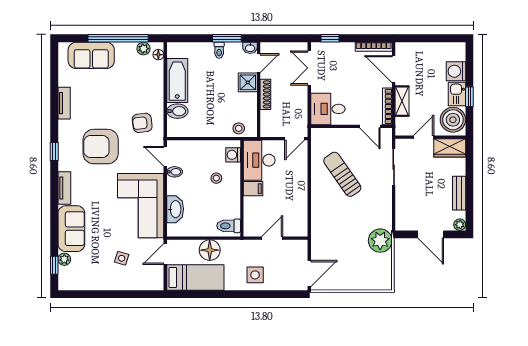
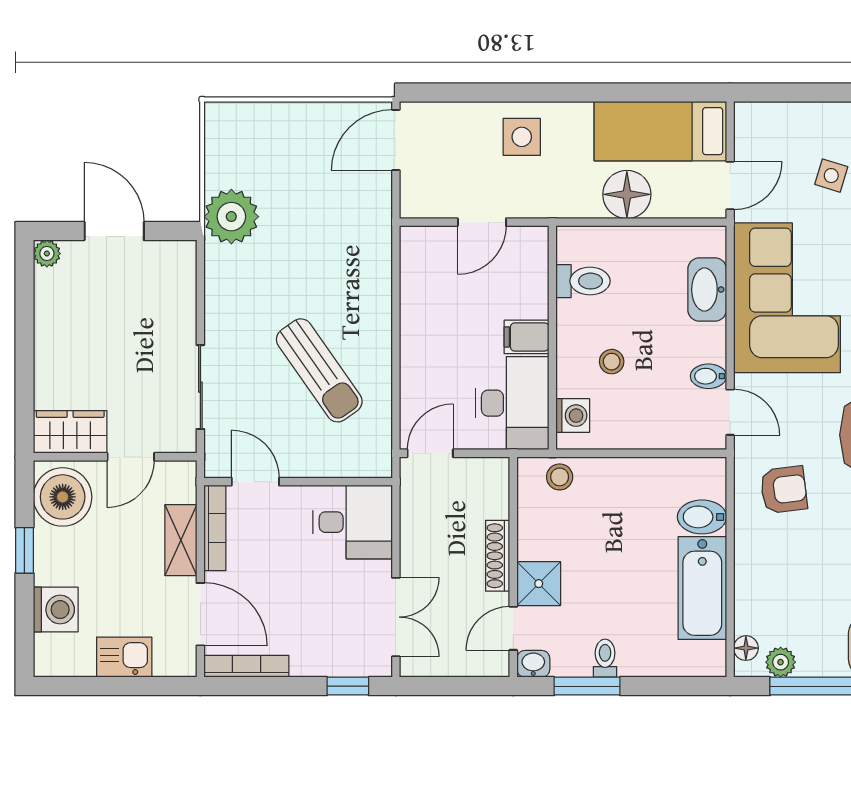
kitchen sink: (457, 94) -> (124, 657), moved, turned -90
bench: (459, 193) -> (48, 327), removed
toilet: (229, 226) -> (583, 281), moved

